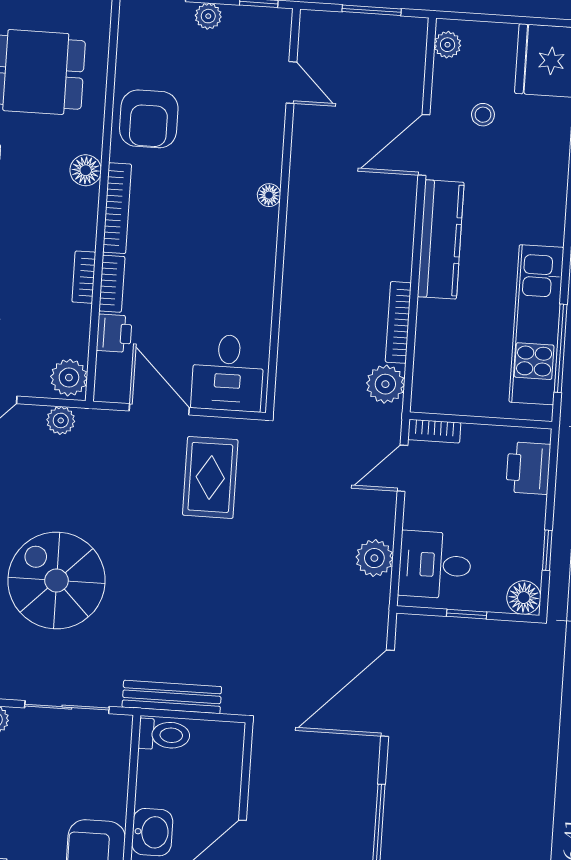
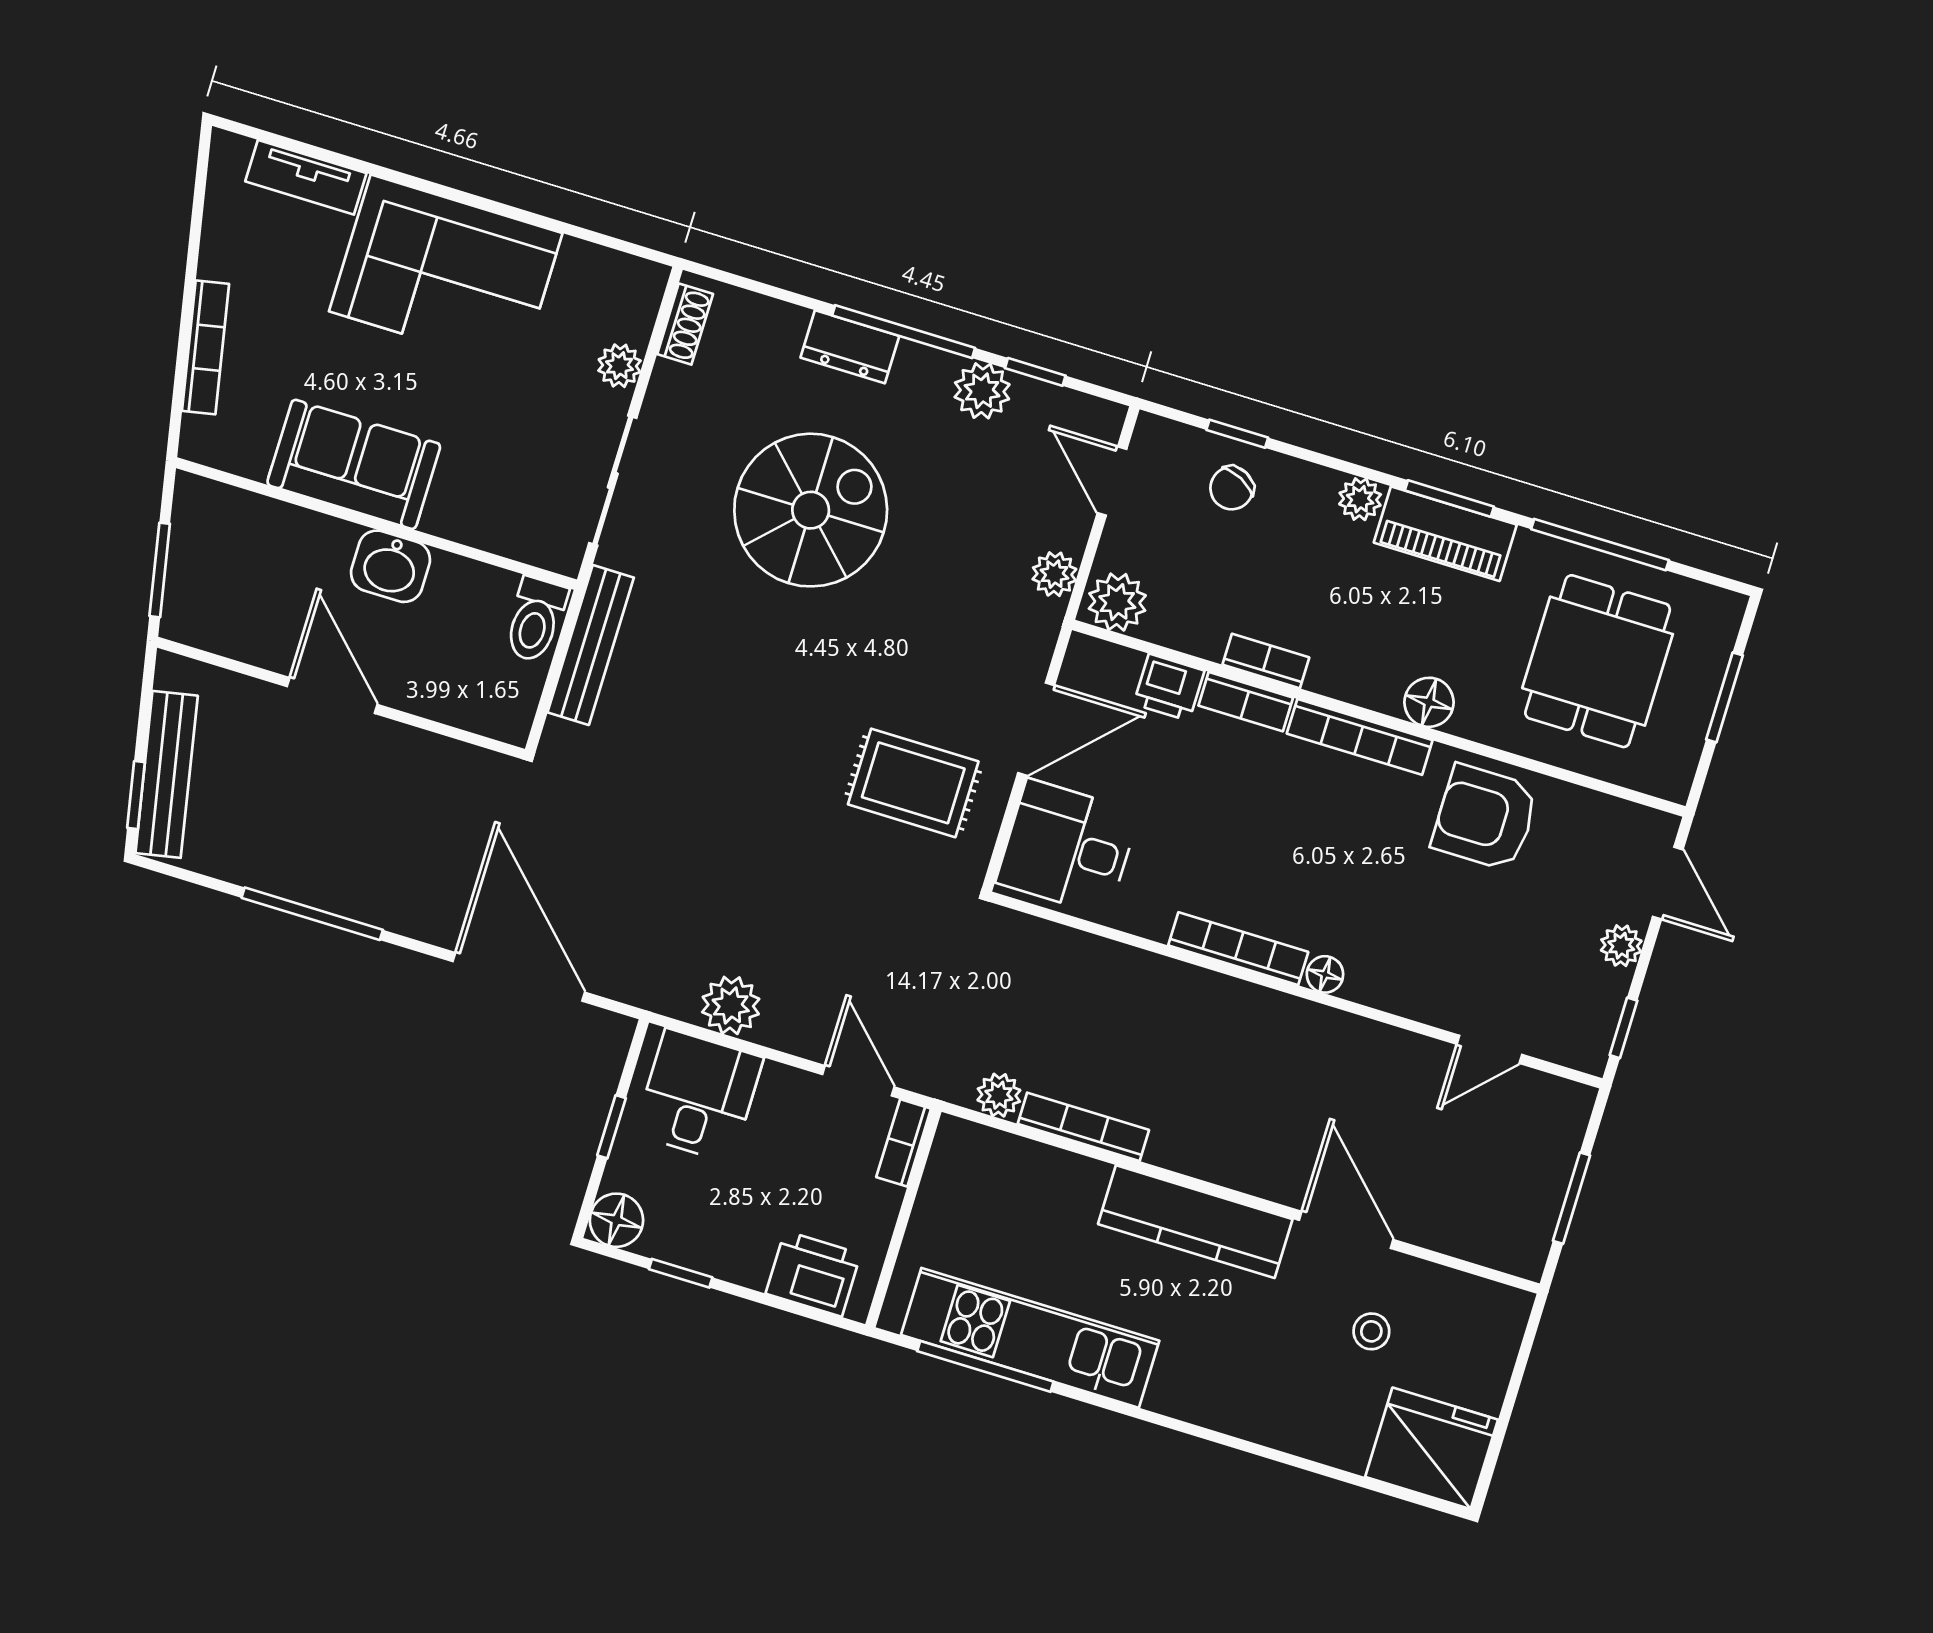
plant: (448, 45) -> (1491, 1302), removed
bookcase: (266, 252) -> (1238, 949), added
plant: (385, 384) -> (999, 1095), width x0.73, depth x0.73

